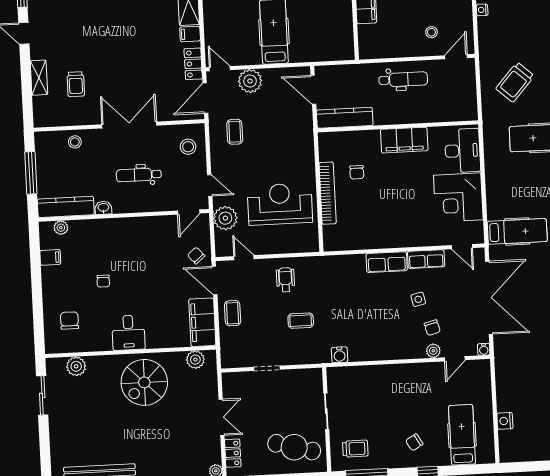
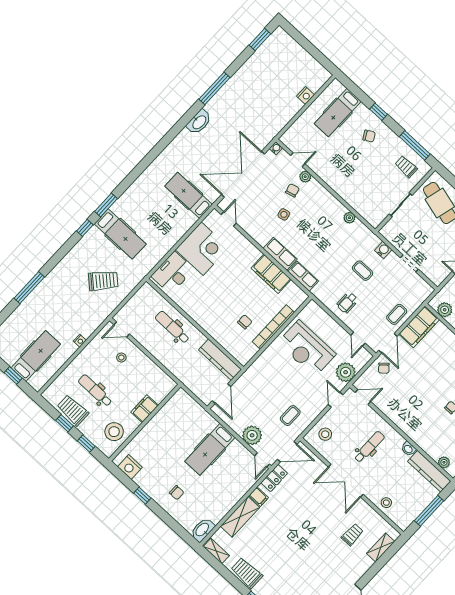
shelving: (39, 78) -> (381, 547), moved
dental chair: (403, 79) -> (172, 327), moved
filing cabinet: (404, 140) -> (271, 274), moved, turned 180
dental chair: (139, 175) -> (369, 447), turned -90
row of seats: (426, 259) -> (303, 276), moved
water cooler: (340, 355) -> (383, 250), moved
plant: (359, 355) -> (349, 218), added

